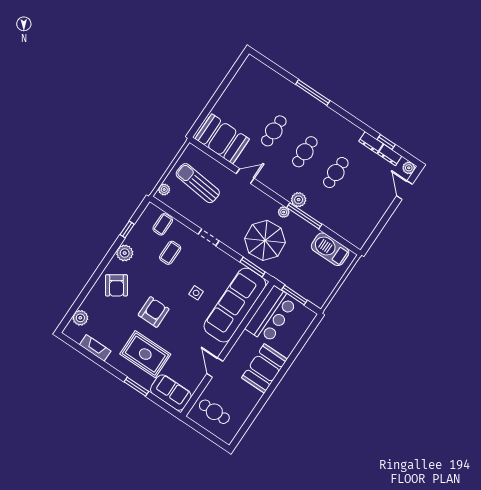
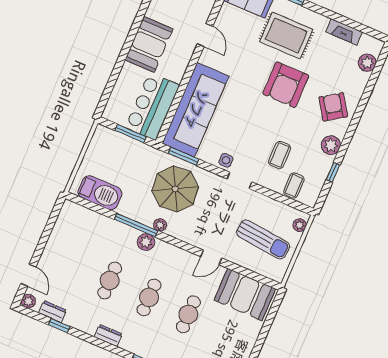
dresser: (371, 142) -> (108, 336), moved
side table: (196, 293) -> (226, 160), moved
armchair: (154, 312) -> (286, 85), width x1.36, depth x1.36

